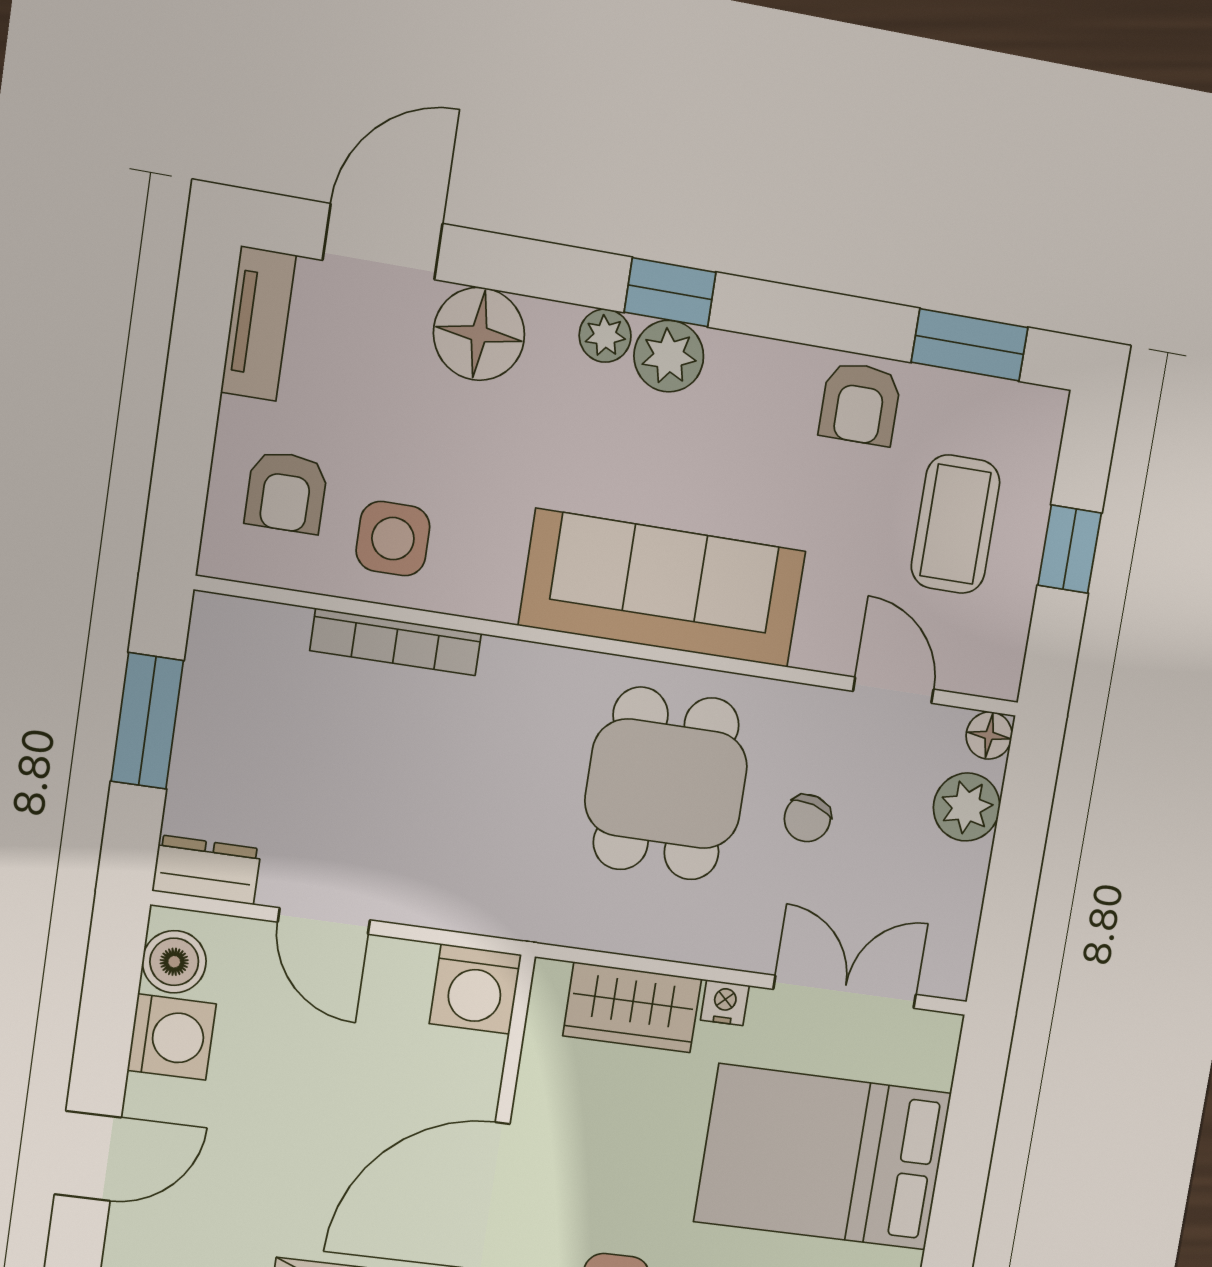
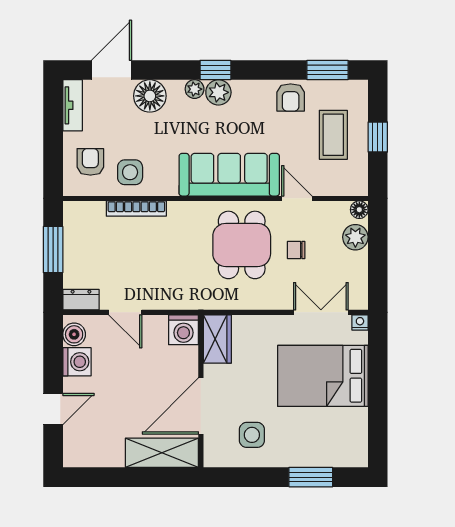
armchair: (286, 492) -> (90, 162), turned 180
door: (893, 690) -> (297, 198), moved
chair: (807, 818) -> (296, 250), turned 74
nightstand: (725, 1003) -> (360, 322), moved
wardrobe: (632, 1007) -> (217, 339), moved, turned -90

